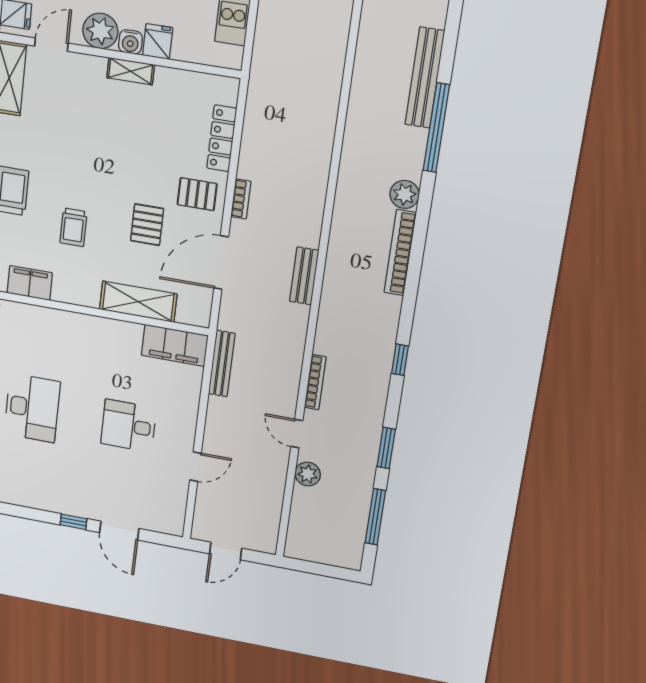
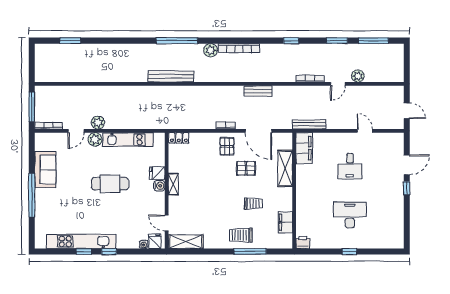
plant: (100, 31) -> (156, 200), removed
bench: (425, 78) -> (171, 77), moved
locker: (222, 138) -> (179, 138), moved, width x0.66

